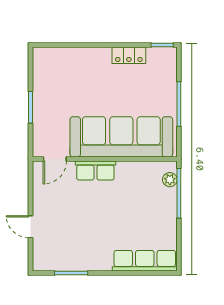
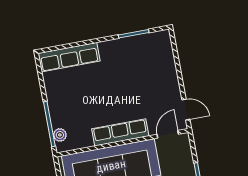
row of seats: (95, 170) -> (120, 132), width x1.48
door: (31, 227) -> (186, 110), moved

